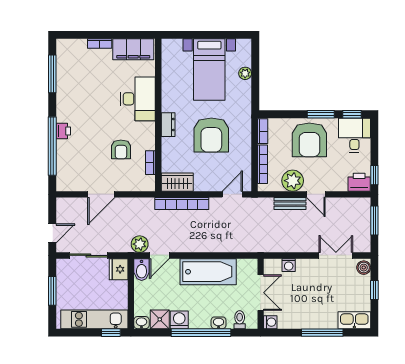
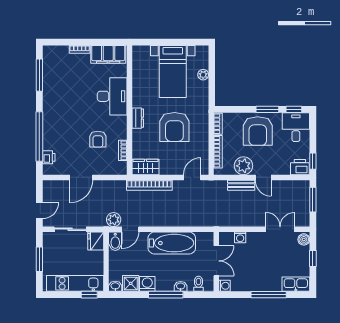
printer: (63, 131) -> (49, 157), moved
window: (201, 333) -> (166, 295), width x0.68

